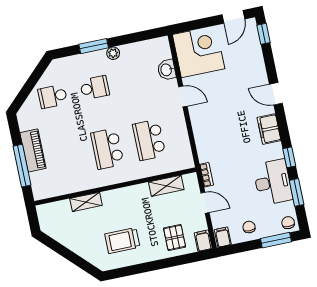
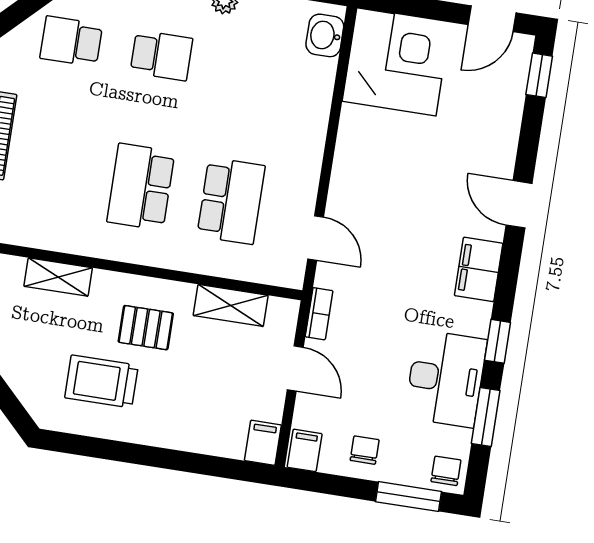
washbasin: (167, 70) -> (325, 35), moved
door: (183, 96) -> (316, 238), moved
school desk: (149, 140) -> (231, 201), turned 180
pallet: (175, 238) -> (146, 328), moved, turned 90

